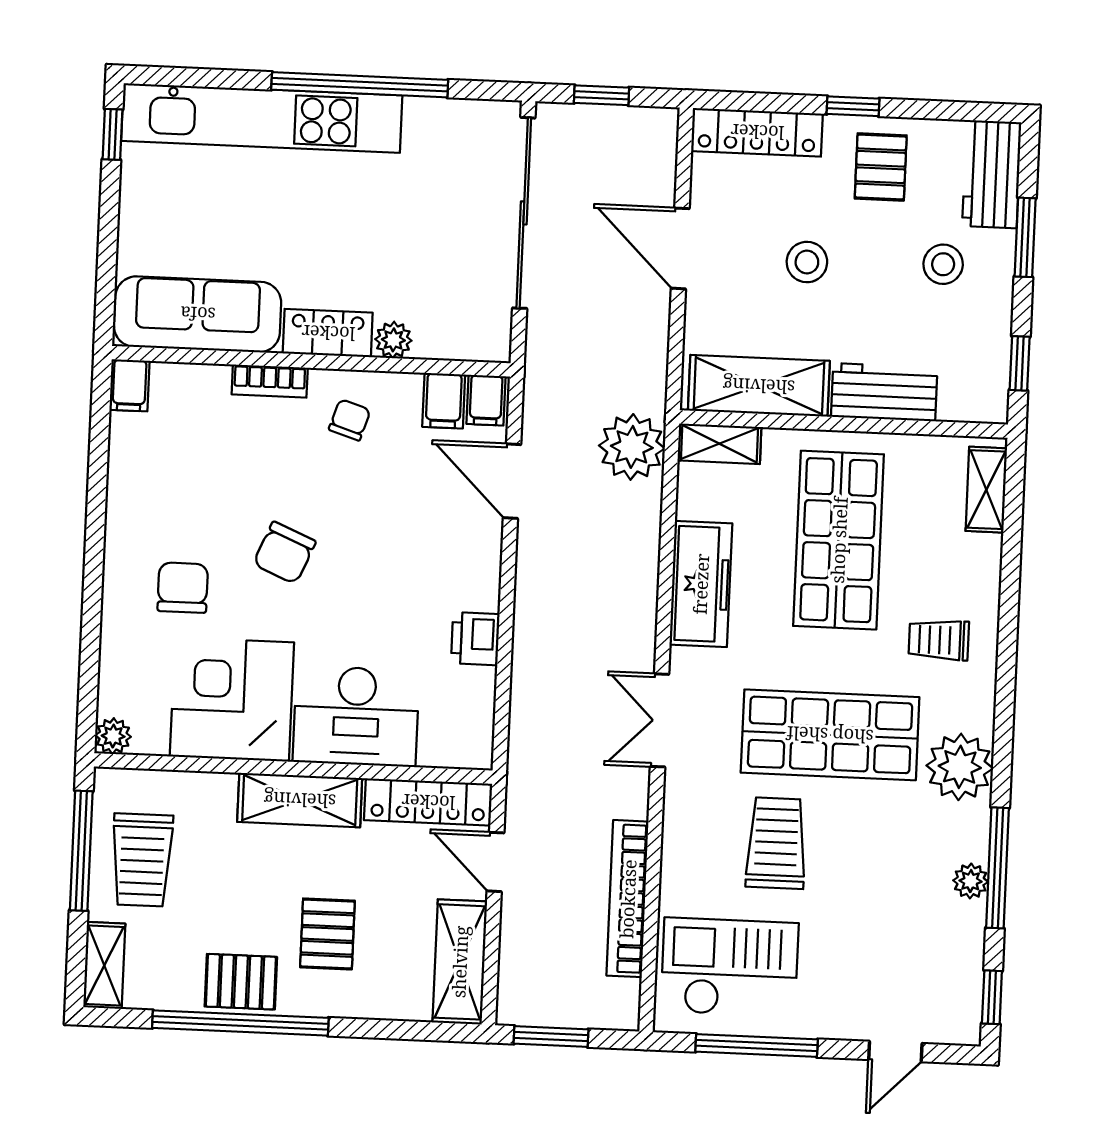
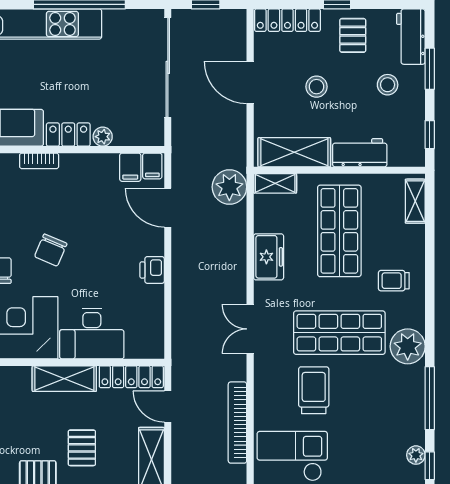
chair: (350, 420) -> (82, 179), removed
freezer: (701, 584) -> (269, 257), width x0.71
printer: (475, 639) -> (152, 270), moved
plant: (971, 881) -> (416, 455), moved

